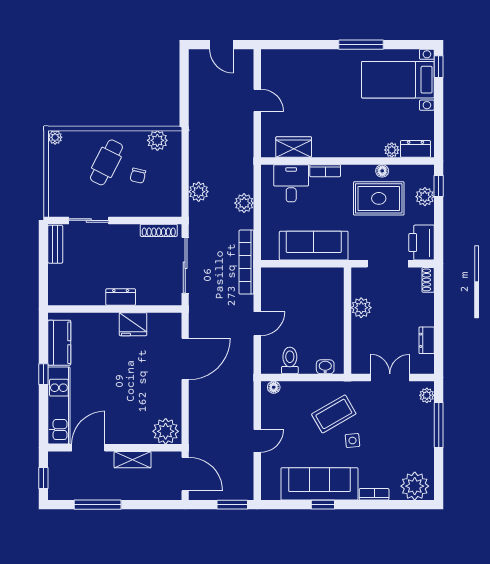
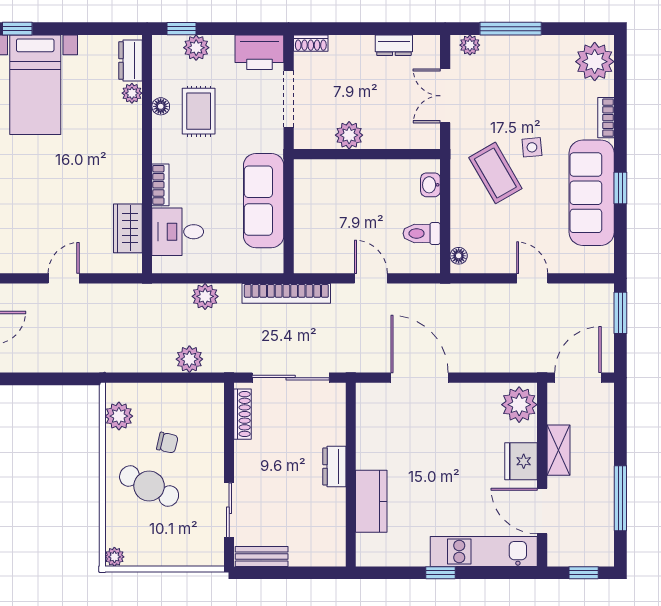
rug: (379, 198) -> (199, 111), width x0.73, depth x0.70
fridge: (133, 324) -> (521, 461), moved, turned 180
kitchen counter: (59, 343) -> (371, 501), moved, turned 90

